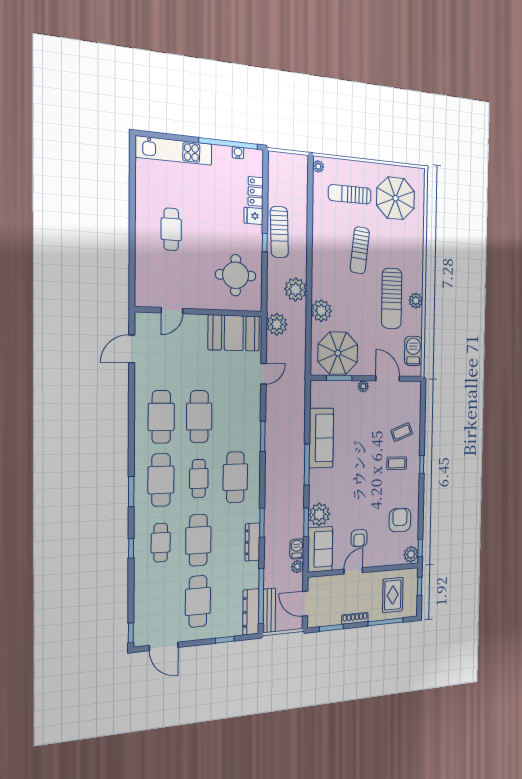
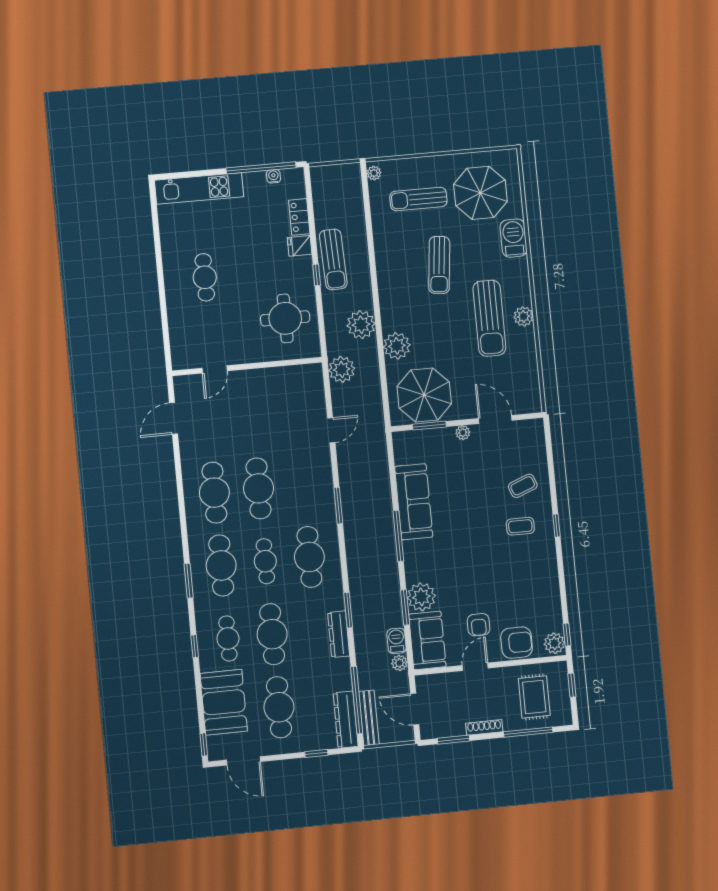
booth: (234, 333) -> (224, 702), moved, turned 90
barbecue: (413, 351) -> (514, 238), moved
armchair: (400, 520) -> (517, 643), moved, turned 90

